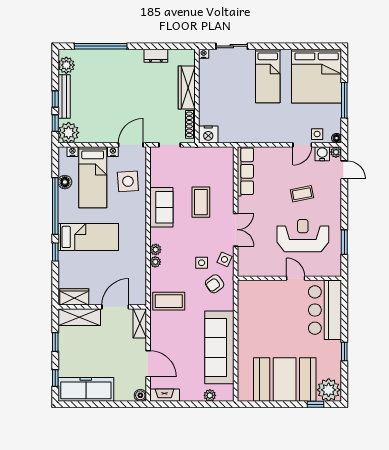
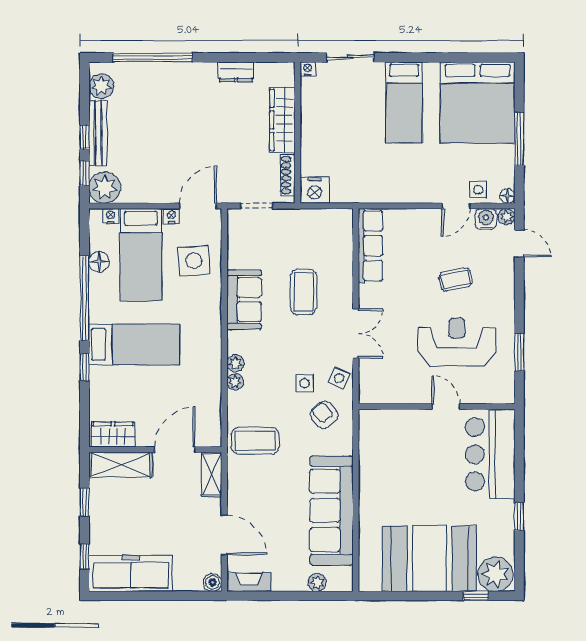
armchair: (215, 284) -> (324, 415), turned 84

